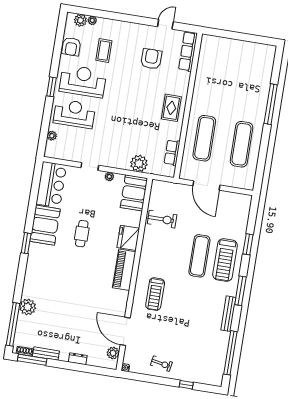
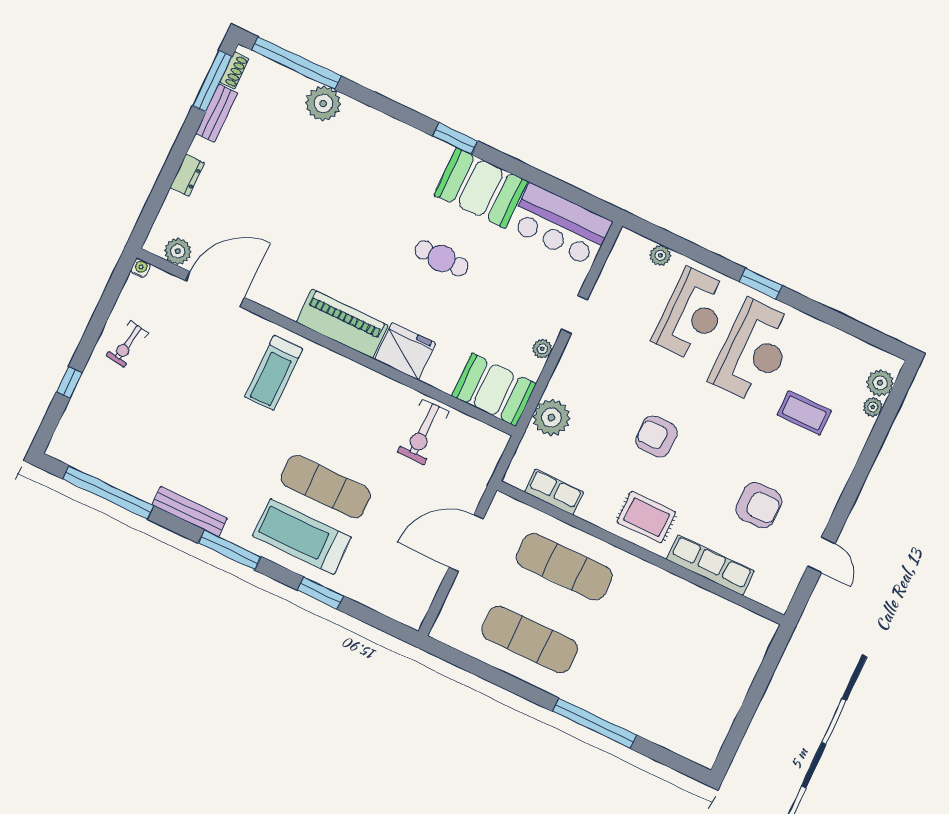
armchair: (71, 47) -> (657, 436), moved
row of seats: (188, 51) -> (710, 565), moved
treadmill: (155, 294) -> (274, 373), turned -90

